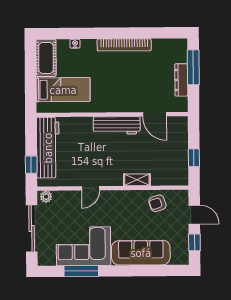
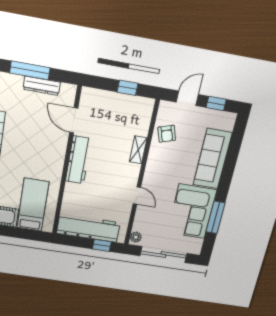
door: (155, 114) -> (74, 120), swing flipped

